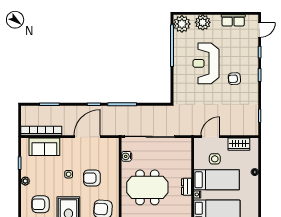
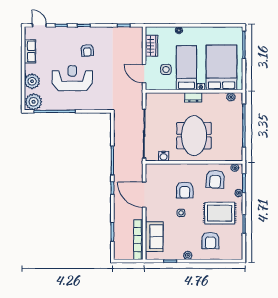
reception desk: (206, 63) -> (72, 78), turned 180

